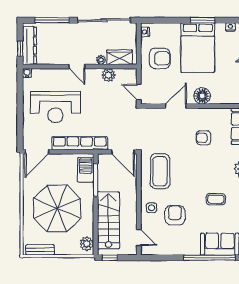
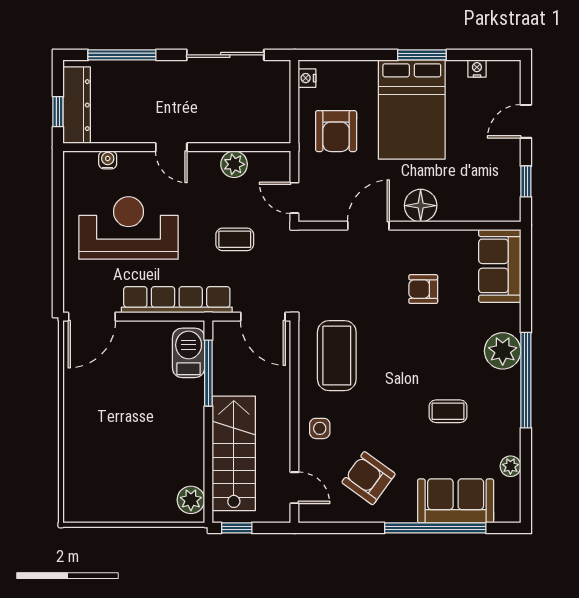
sliding door: (104, 20) -> (225, 55), width x0.73
wardrobe: (119, 57) -> (256, 129), removed
armchair: (160, 58) -> (336, 131), turned 90
plant: (101, 60) -> (219, 134), removed
water cooler: (27, 73) -> (108, 160), moved
reception desk: (55, 107) -> (128, 228), turned 180
coffee table: (109, 113) -> (235, 239), added
parasol: (57, 208) -> (132, 430), removed
armchair: (175, 215) -> (369, 478), moved, turned -54
bench: (40, 250) -> (98, 512), removed

